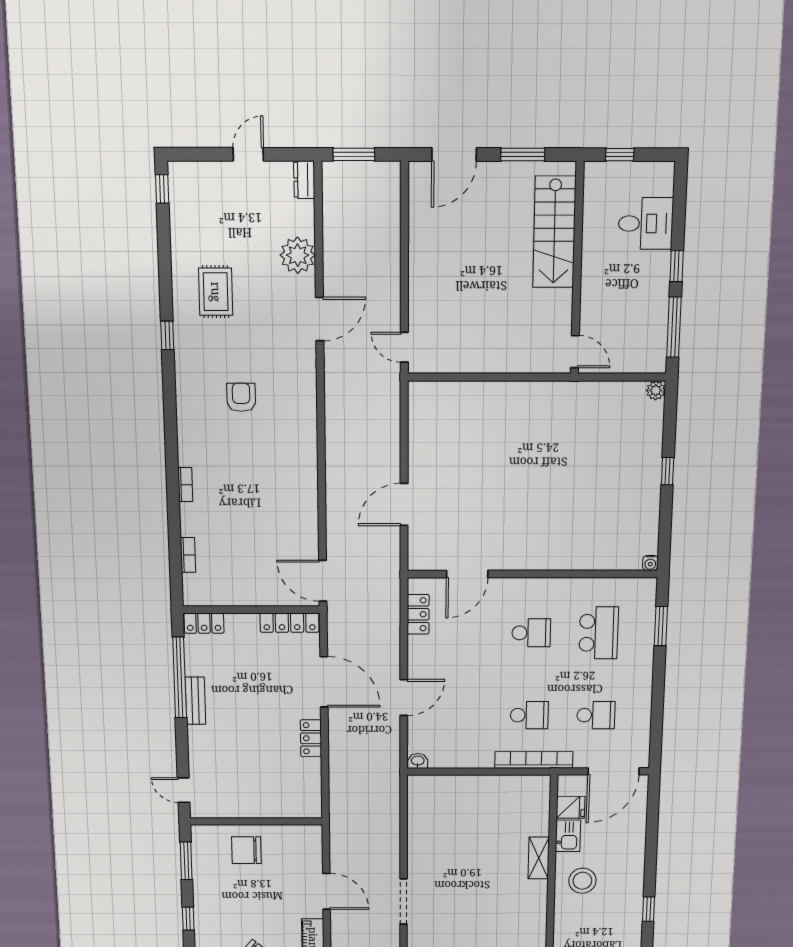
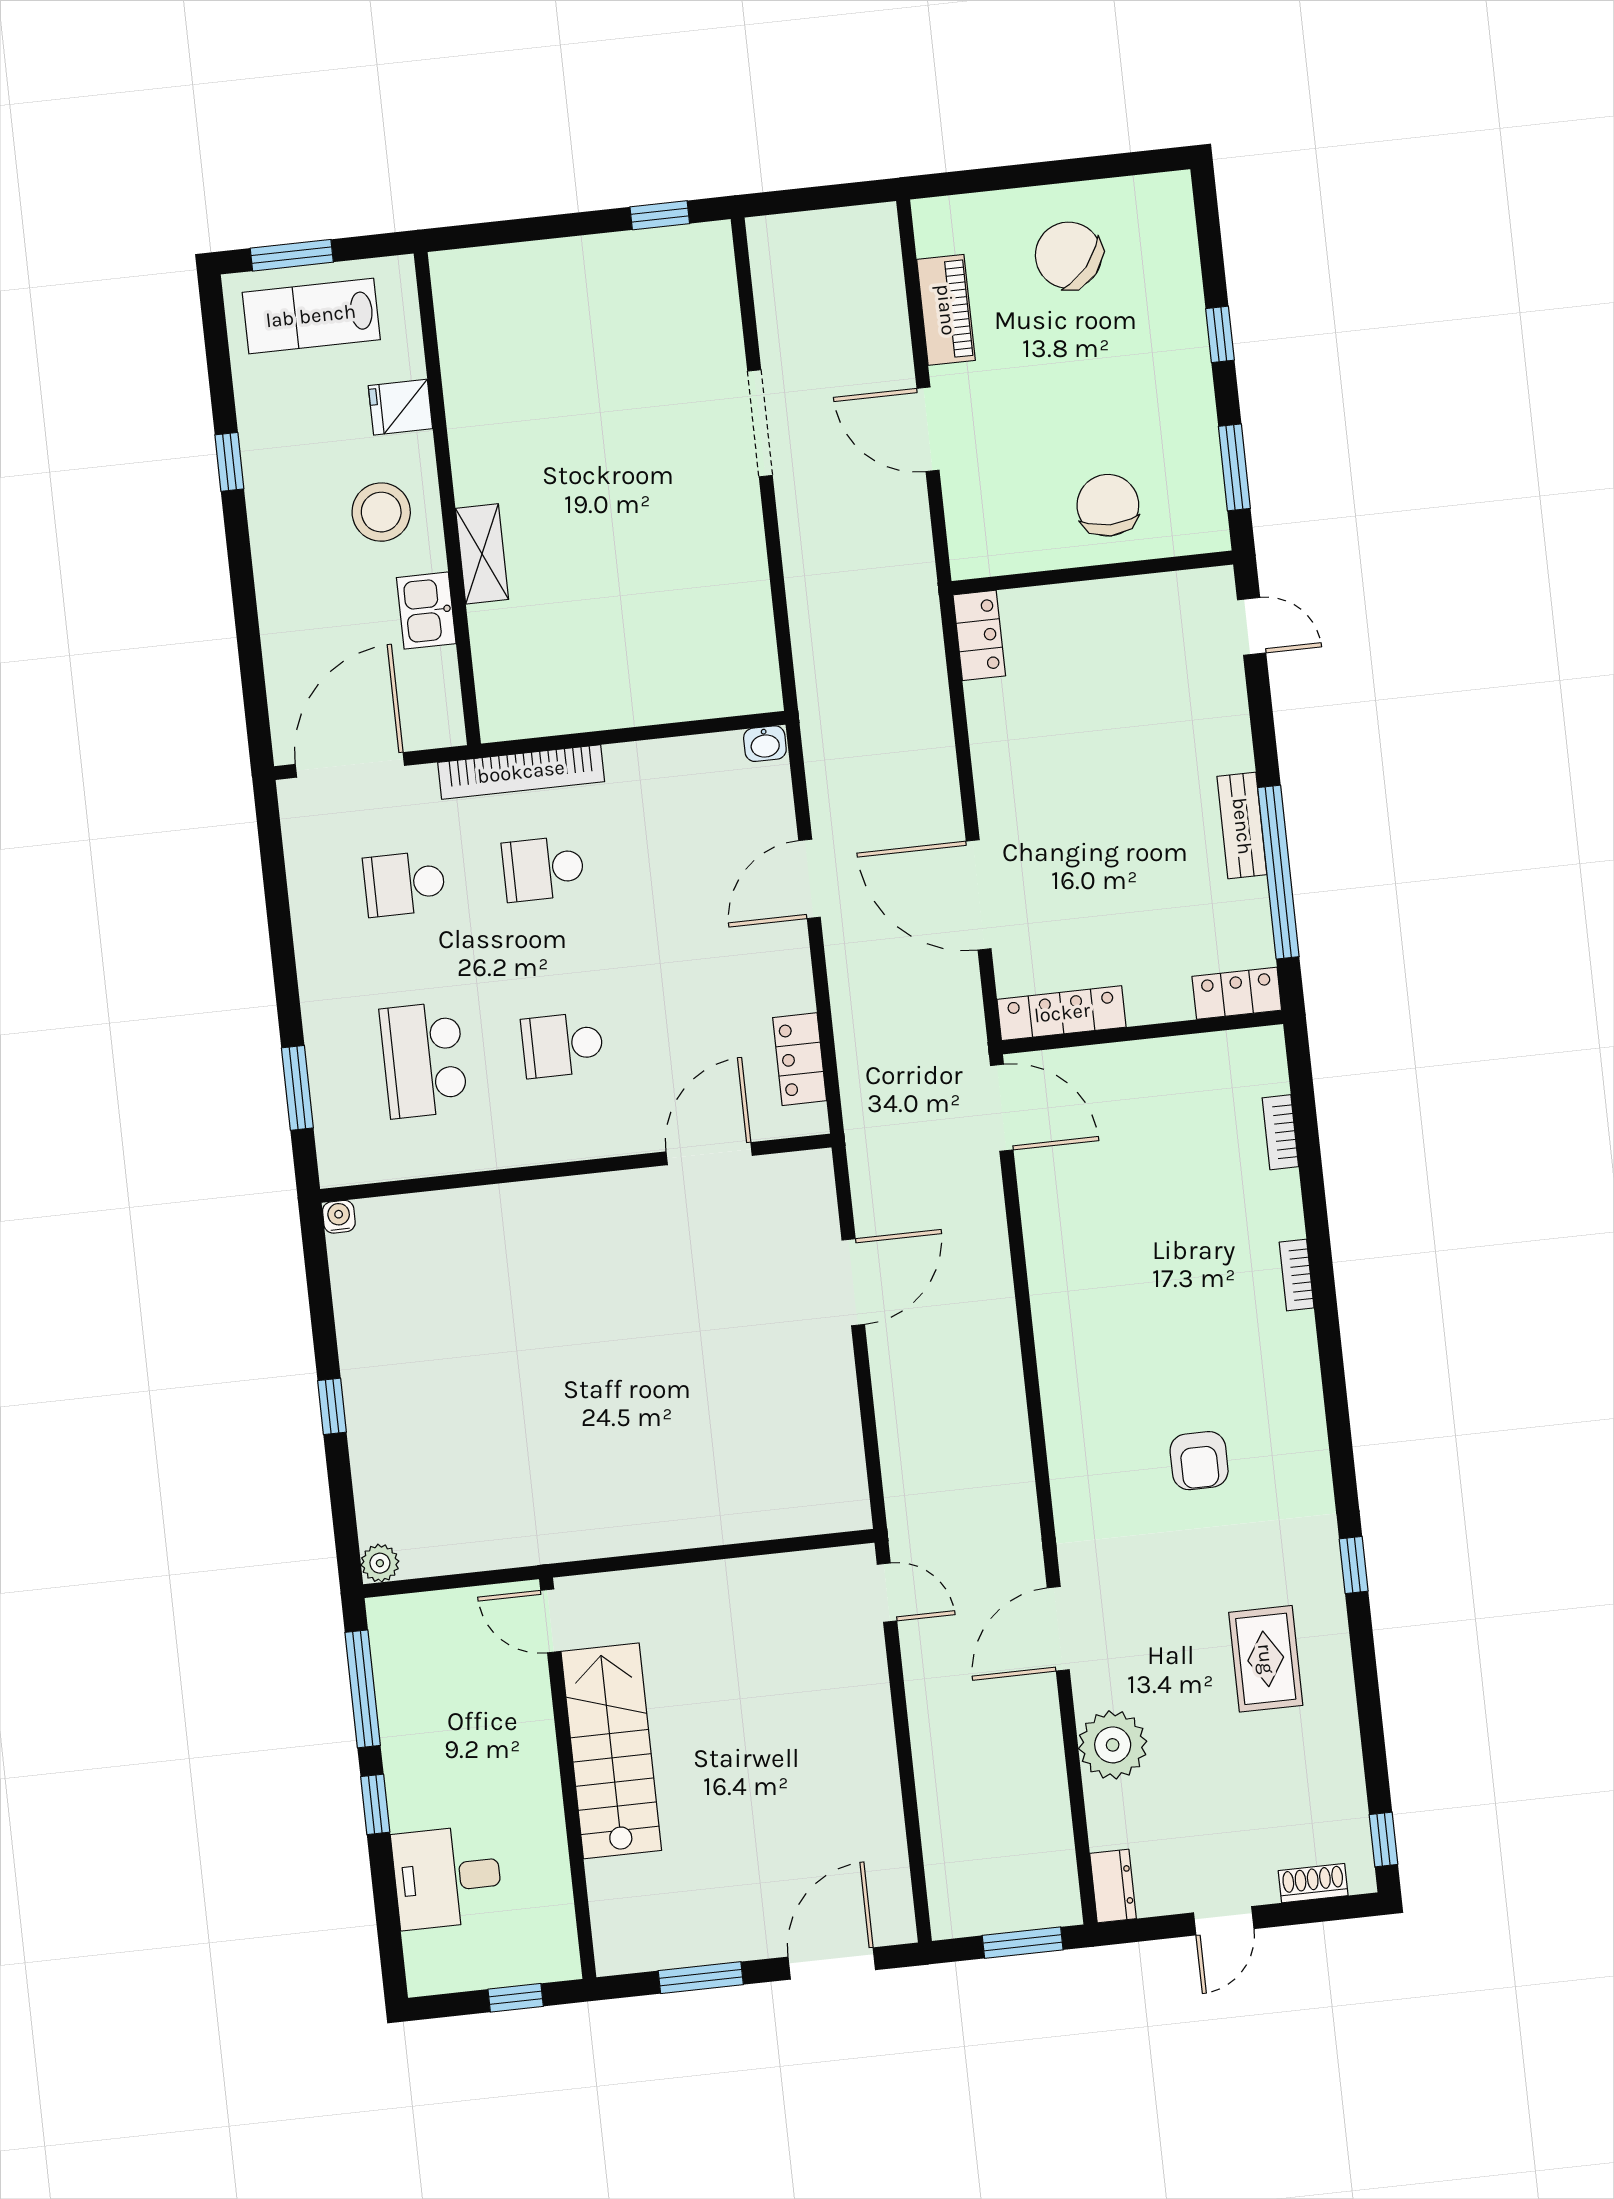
shoe rack: (200, 169) -> (1313, 1883), added
stairs: (554, 232) -> (611, 1751), moved
locker: (311, 738) -> (979, 635), moved
fridge: (570, 807) -> (400, 407), moved
chair: (246, 850) -> (1108, 505), turned -90

